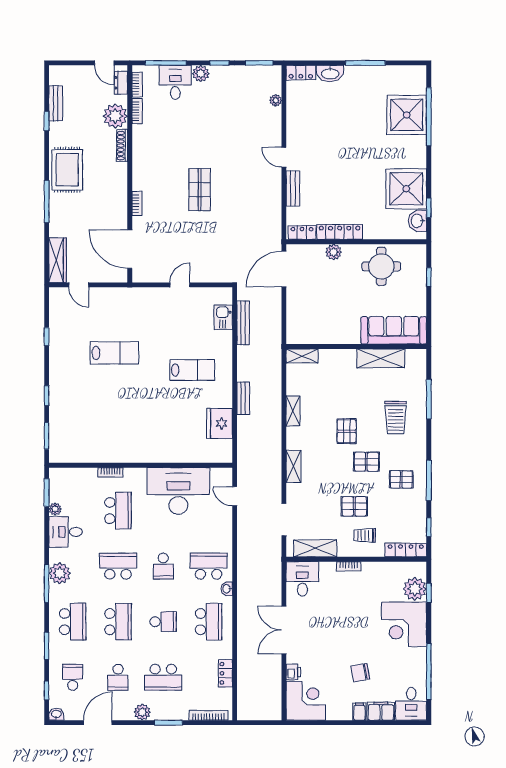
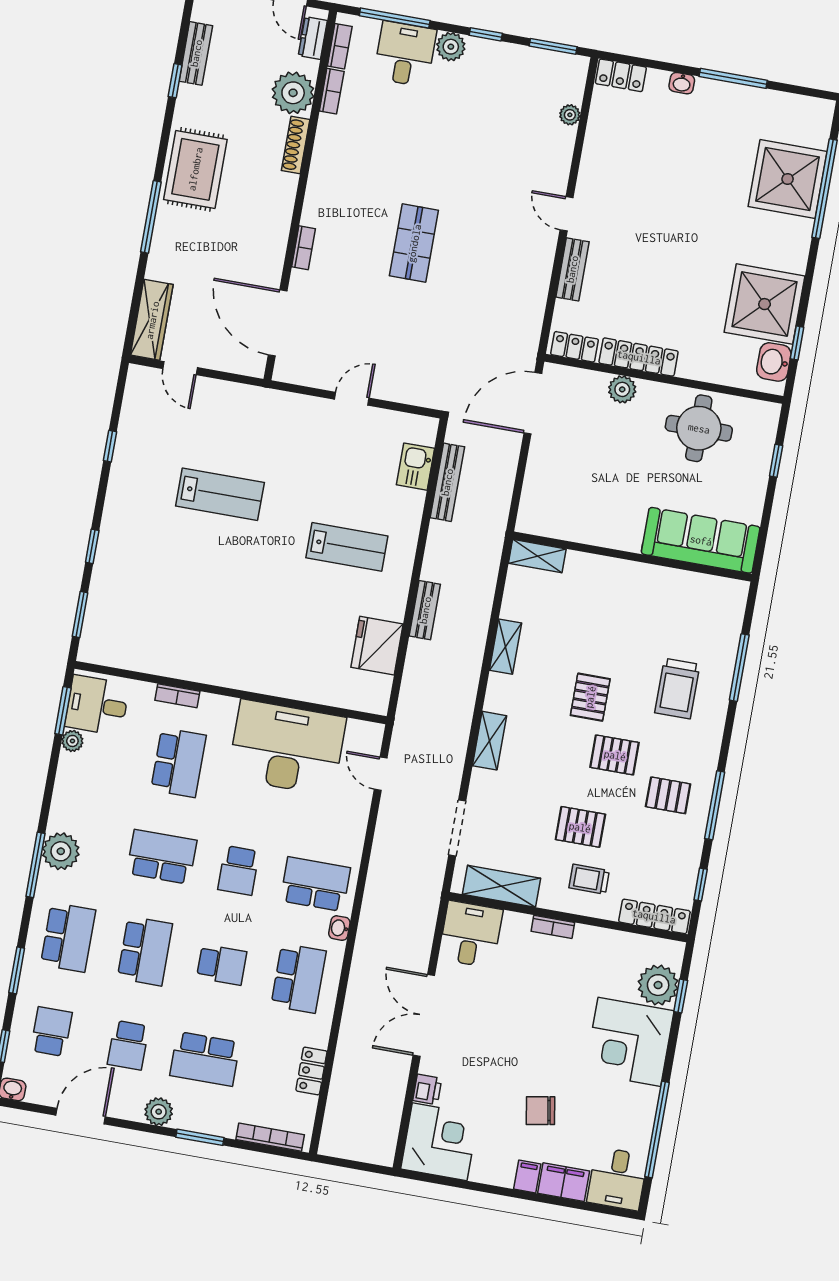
washbasin: (330, 73) -> (682, 83), width x0.52, depth x0.69
shelving: (381, 358) -> (670, 584), removed
desk: (66, 532) -> (97, 705), moved

